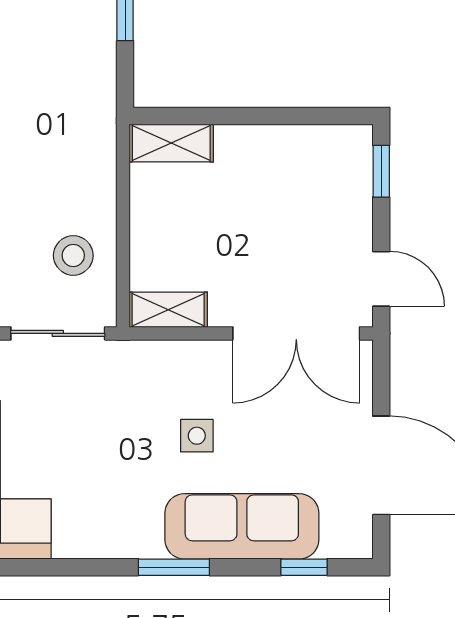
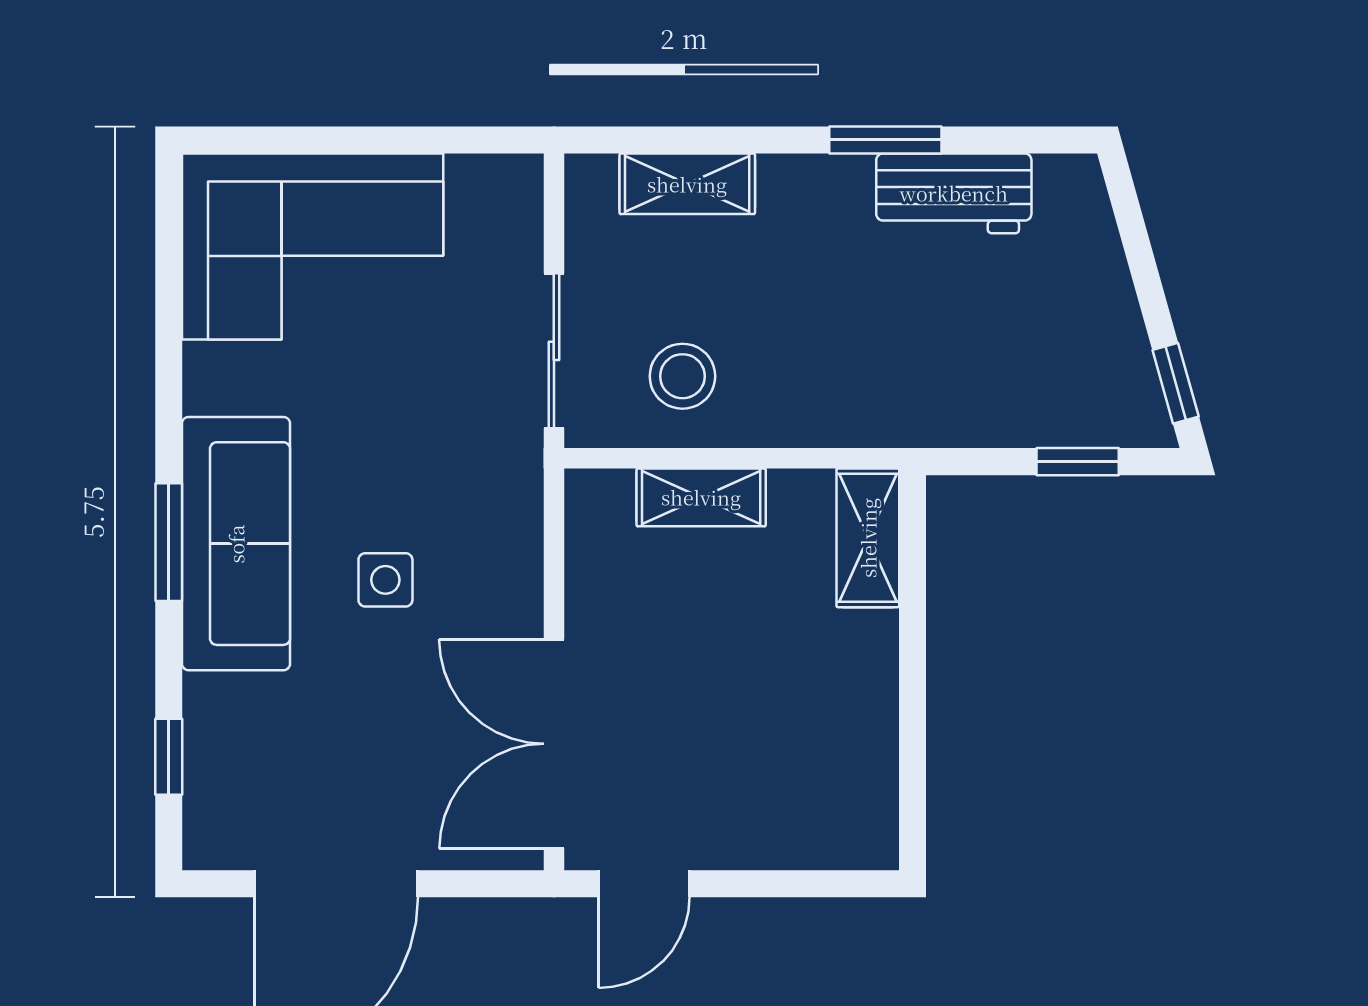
window: (381, 171) -> (821, 884), removed
shelving: (168, 310) -> (701, 497), moved, turned 90
sofa: (242, 526) -> (236, 544), moved

